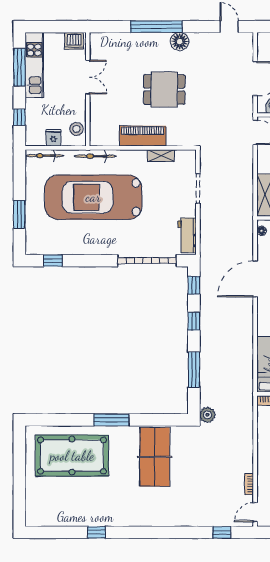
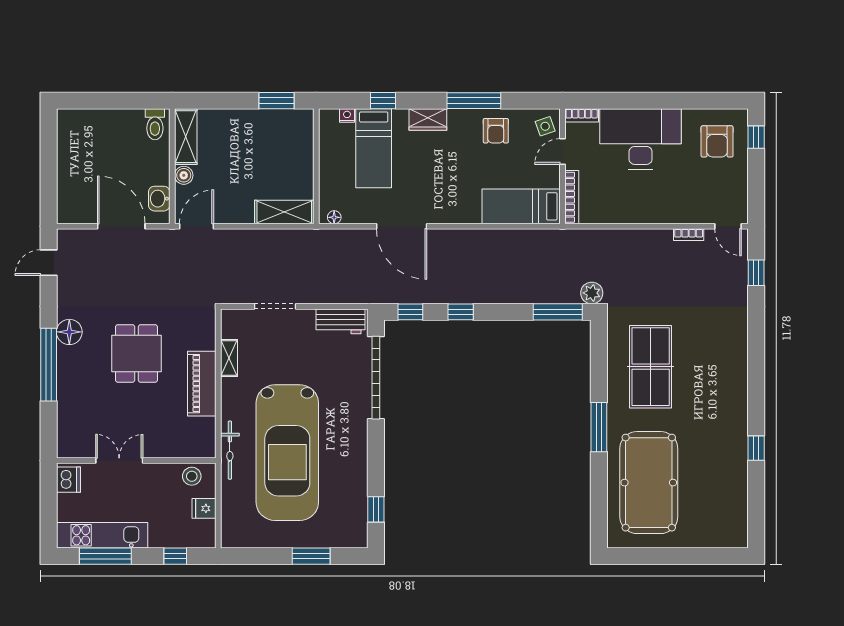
bicycle: (44, 156) -> (229, 521), removed
window: (194, 370) -> (558, 312), moved
table tennis table: (155, 457) -> (651, 367), turned 90

